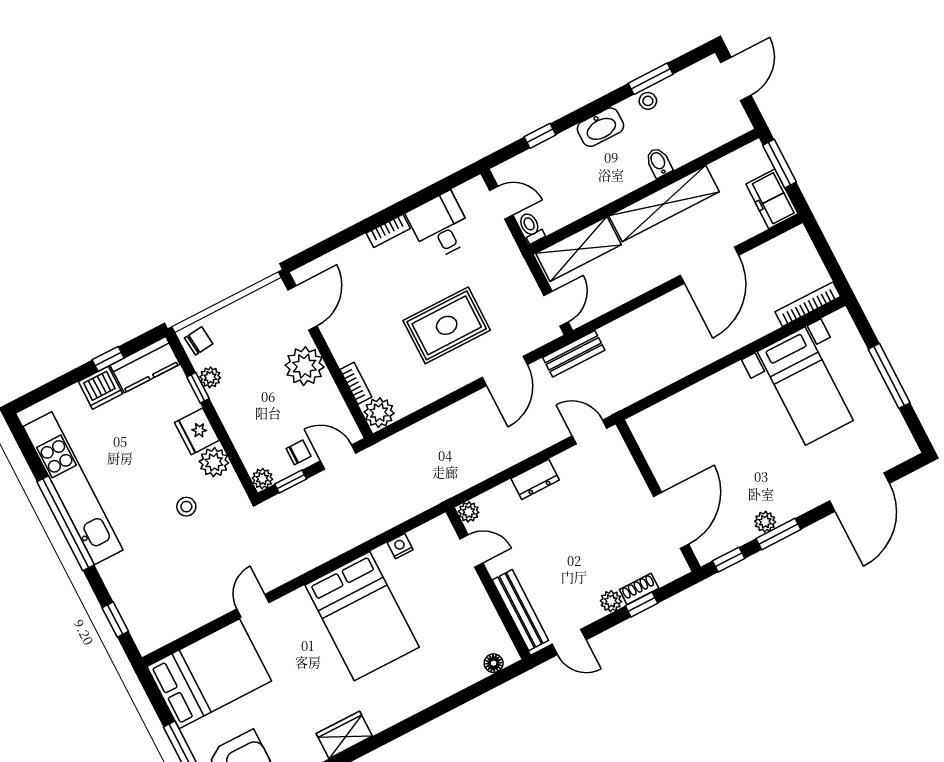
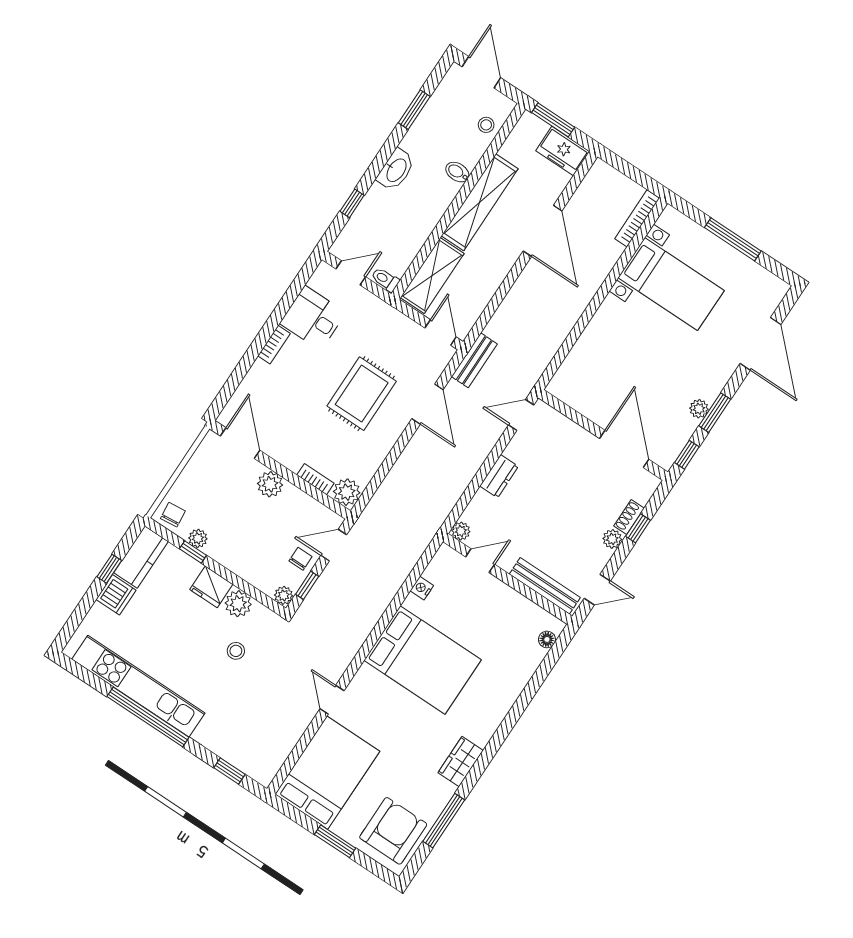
stool: (648, 101) -> (486, 125), moved
plant: (305, 366) -> (270, 484), width x0.73, depth x0.73

